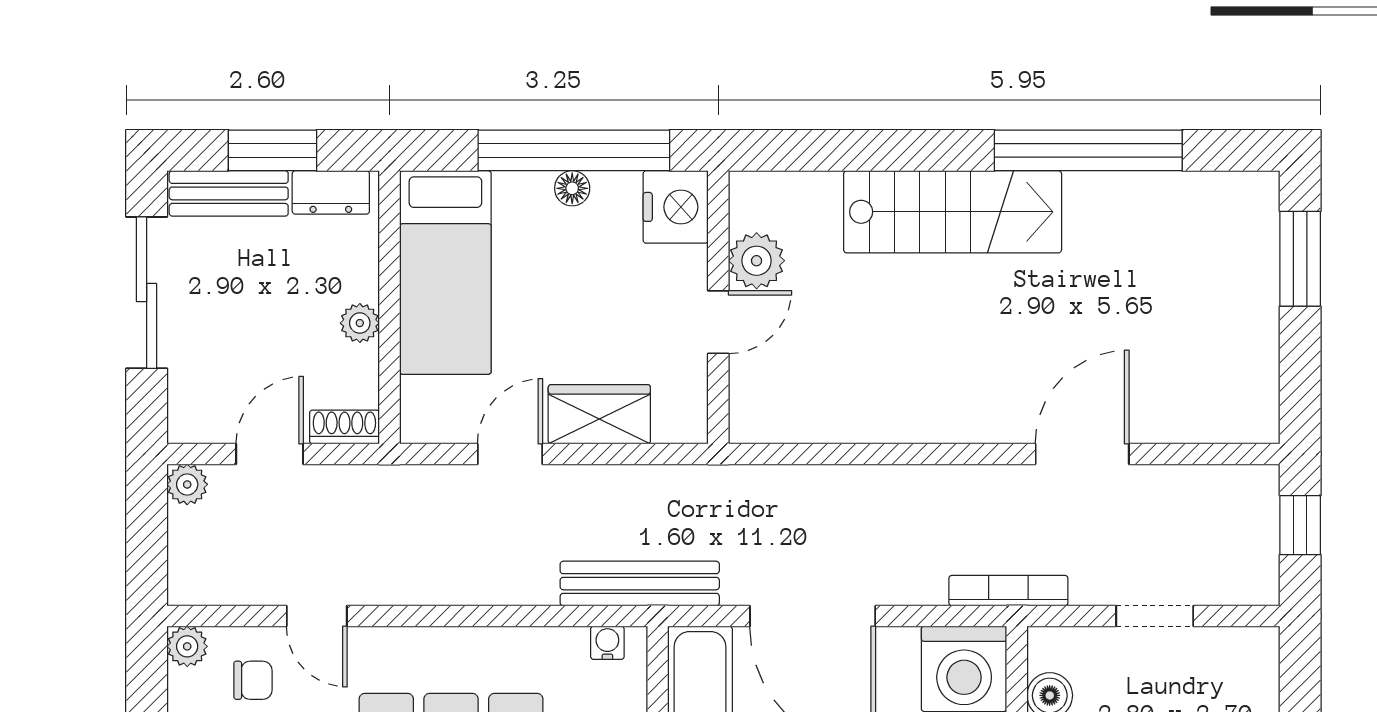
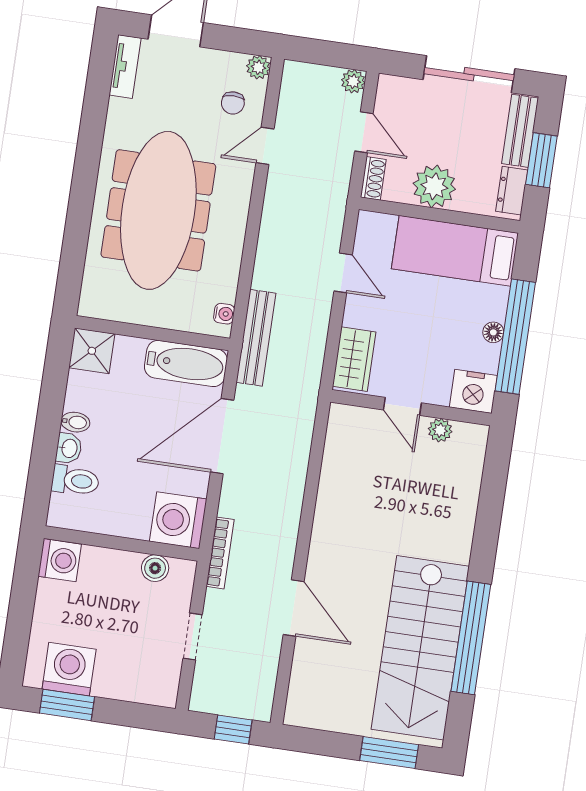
stairs: (953, 212) -> (420, 648), moved, width x1.36, depth x1.51
plant: (757, 261) -> (440, 430), width x0.73, depth x0.73
plant: (360, 323) -> (434, 186), width x1.88, depth x1.88
wardrobe: (599, 414) -> (354, 359), moved

